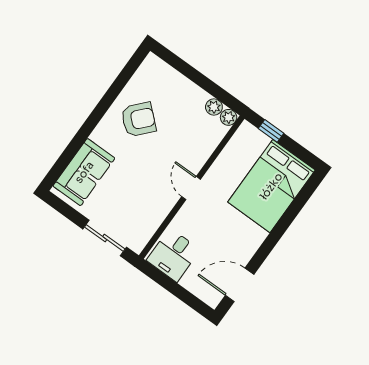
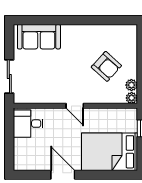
armchair: (138, 119) -> (106, 66), moved
door: (191, 188) -> (75, 106), swing flipped
door: (240, 285) -> (63, 175), moved

